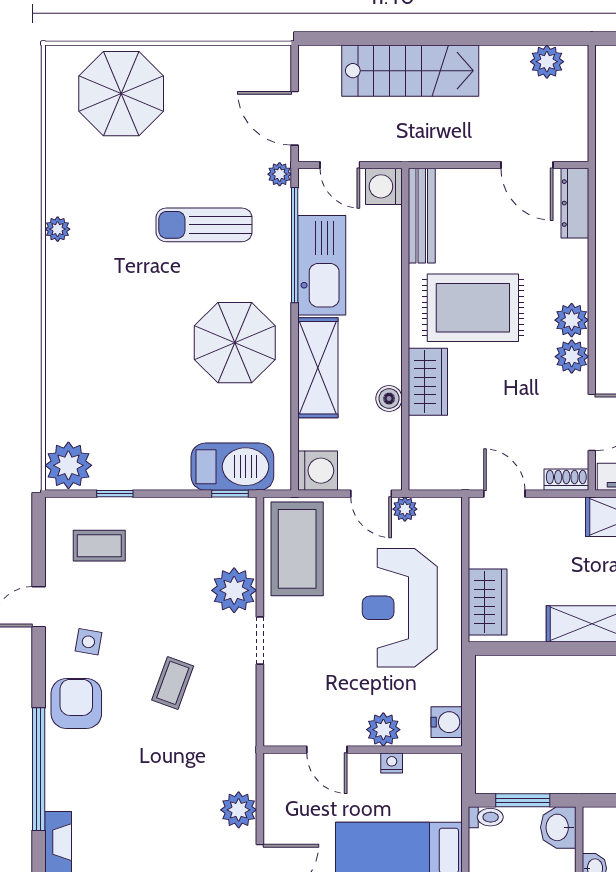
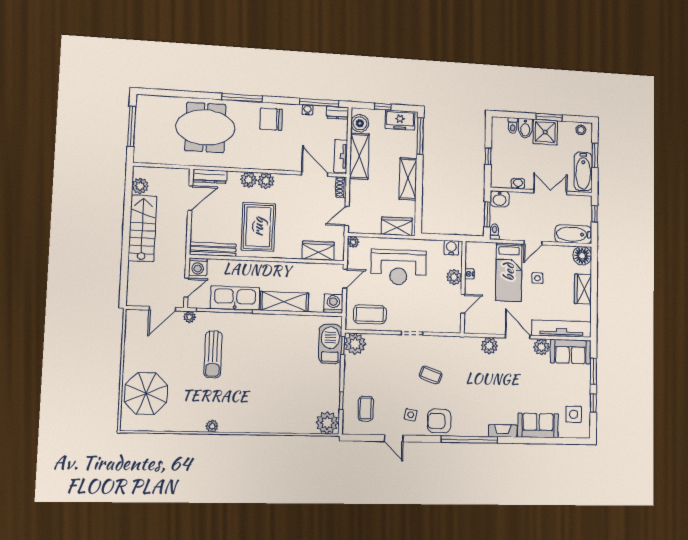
stairs: (410, 71) -> (142, 228), moved
parasol: (235, 343) -> (271, 341), removed
plant: (572, 357) -> (249, 180), moved
wardrobe: (428, 382) -> (318, 251), moved
boiler: (389, 399) -> (300, 268), removed
plant: (405, 509) -> (353, 242), moved
coffee table: (297, 549) -> (370, 314), width x0.73, depth x0.76
plant: (234, 590) -> (355, 344), moved

